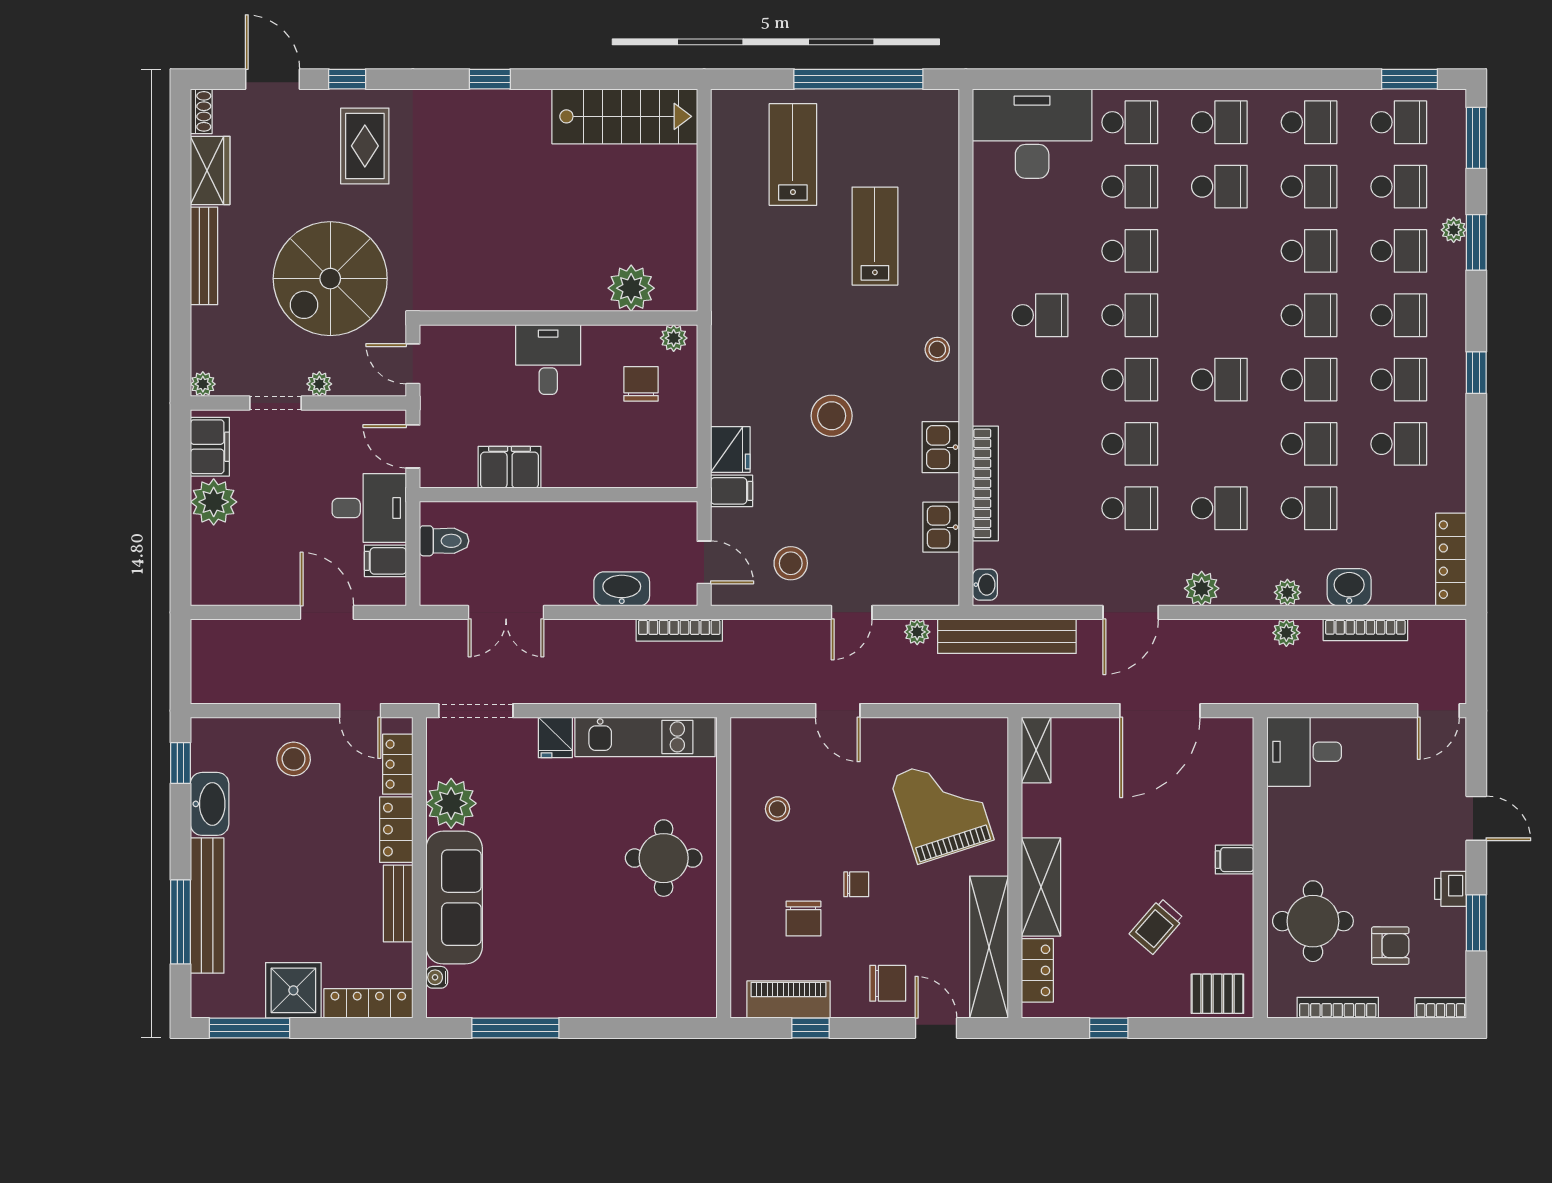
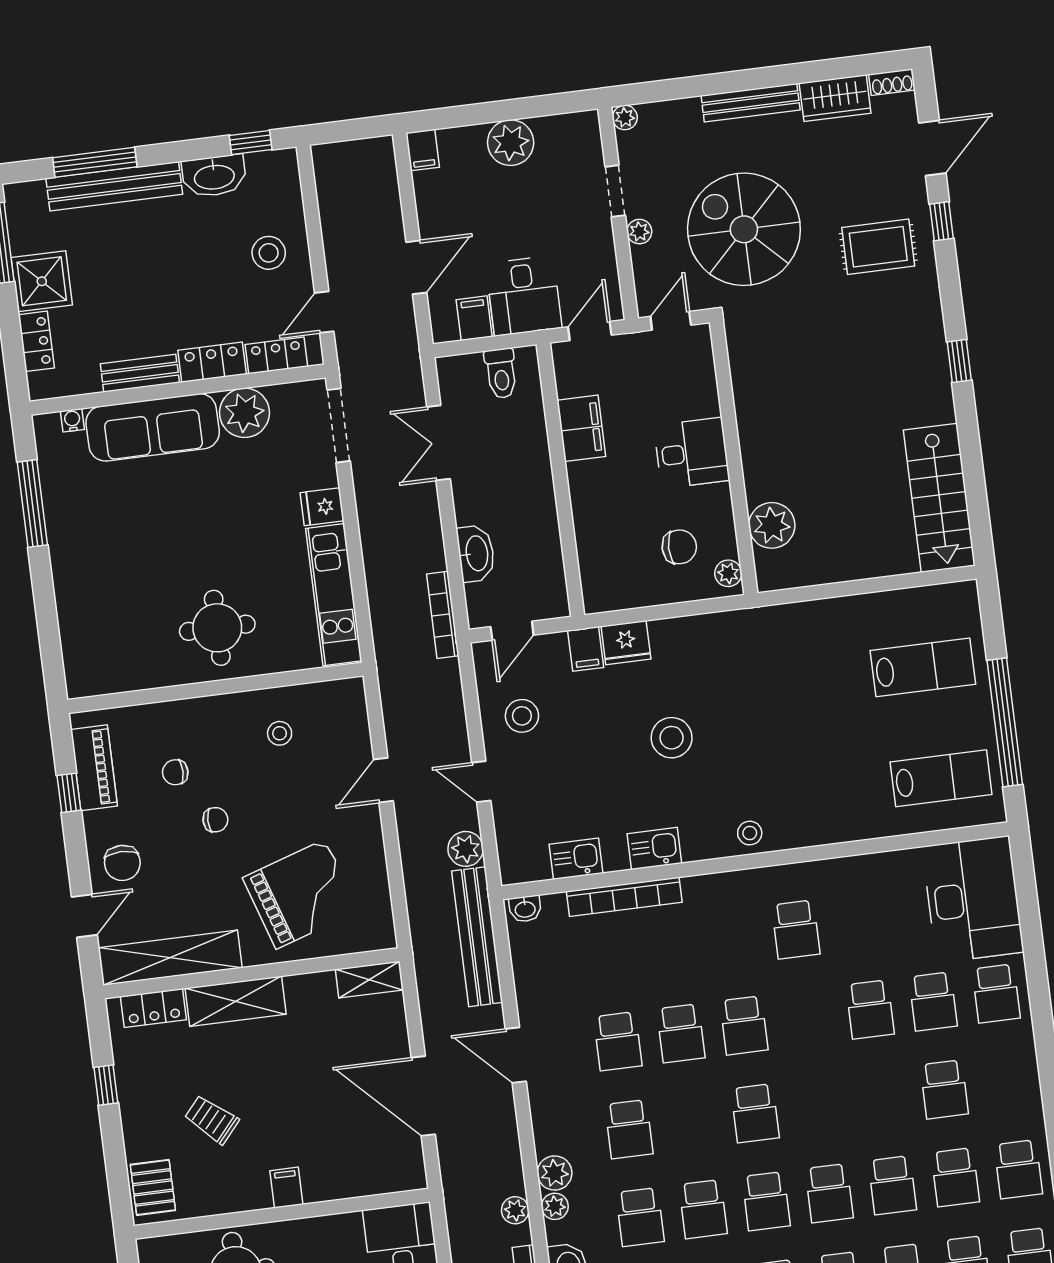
school desk: (1219, 122) -> (1007, 1081), removed
lab bench: (875, 236) -> (941, 778), moved
school desk: (1130, 315) -> (807, 1017), removed
filing cabinet: (210, 447) -> (423, 150), moved, width x0.50
plant: (1202, 588) -> (555, 1173), moved
plant: (917, 632) -> (466, 849), width x1.38, depth x1.38
chair: (856, 884) -> (215, 820), turned -90
chair: (803, 919) -> (175, 772), width x0.73, depth x0.73
locker: (368, 1003) -> (36, 341), width x0.66

